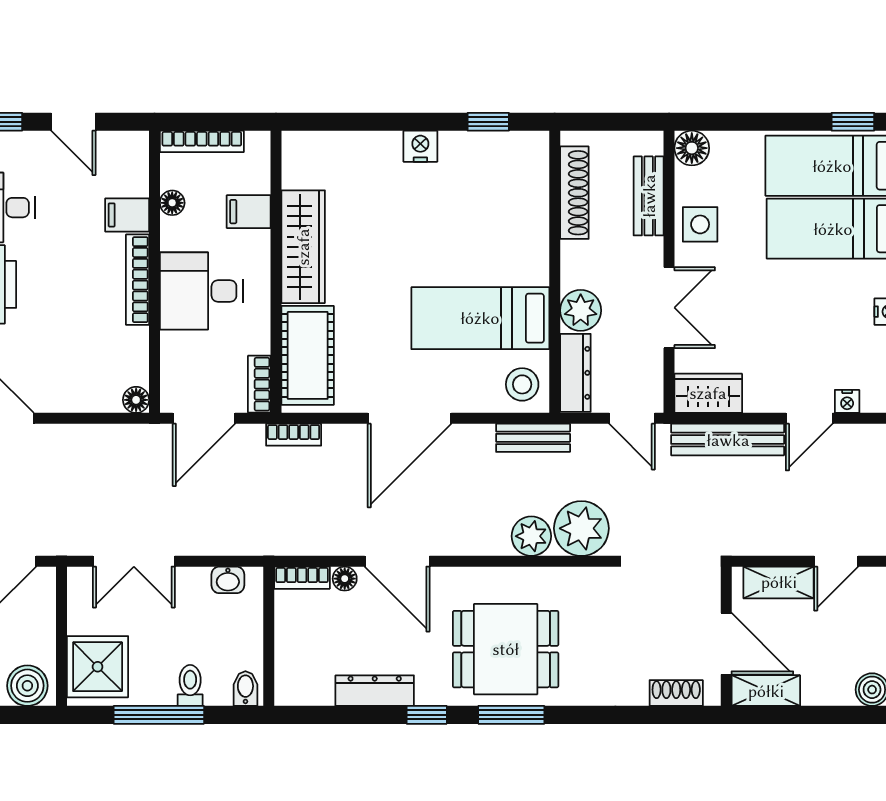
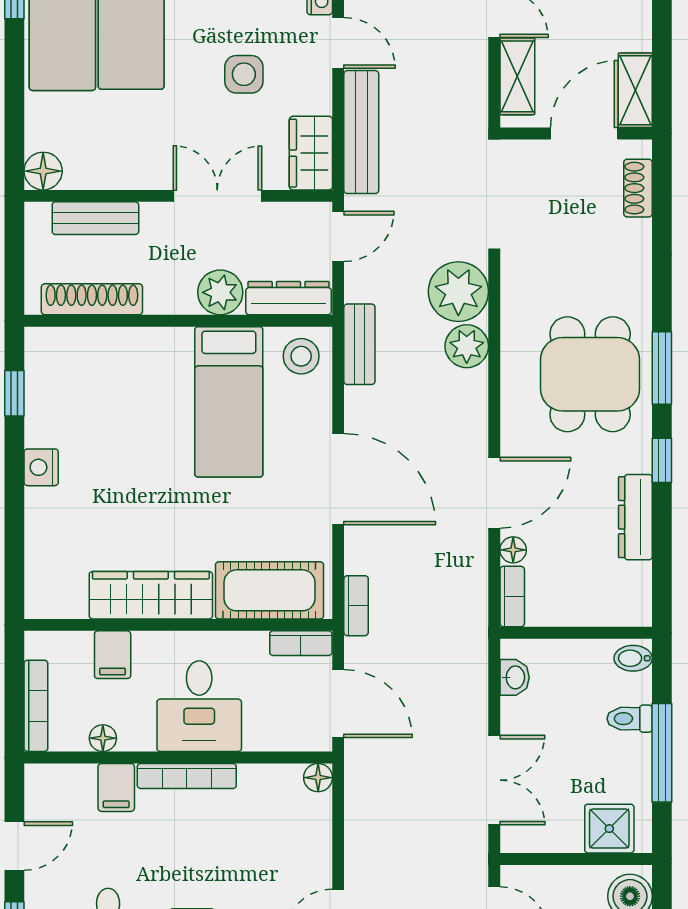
side table: (700, 224) -> (244, 74), moved
shower: (98, 667) -> (609, 829), width x0.73, depth x0.73

